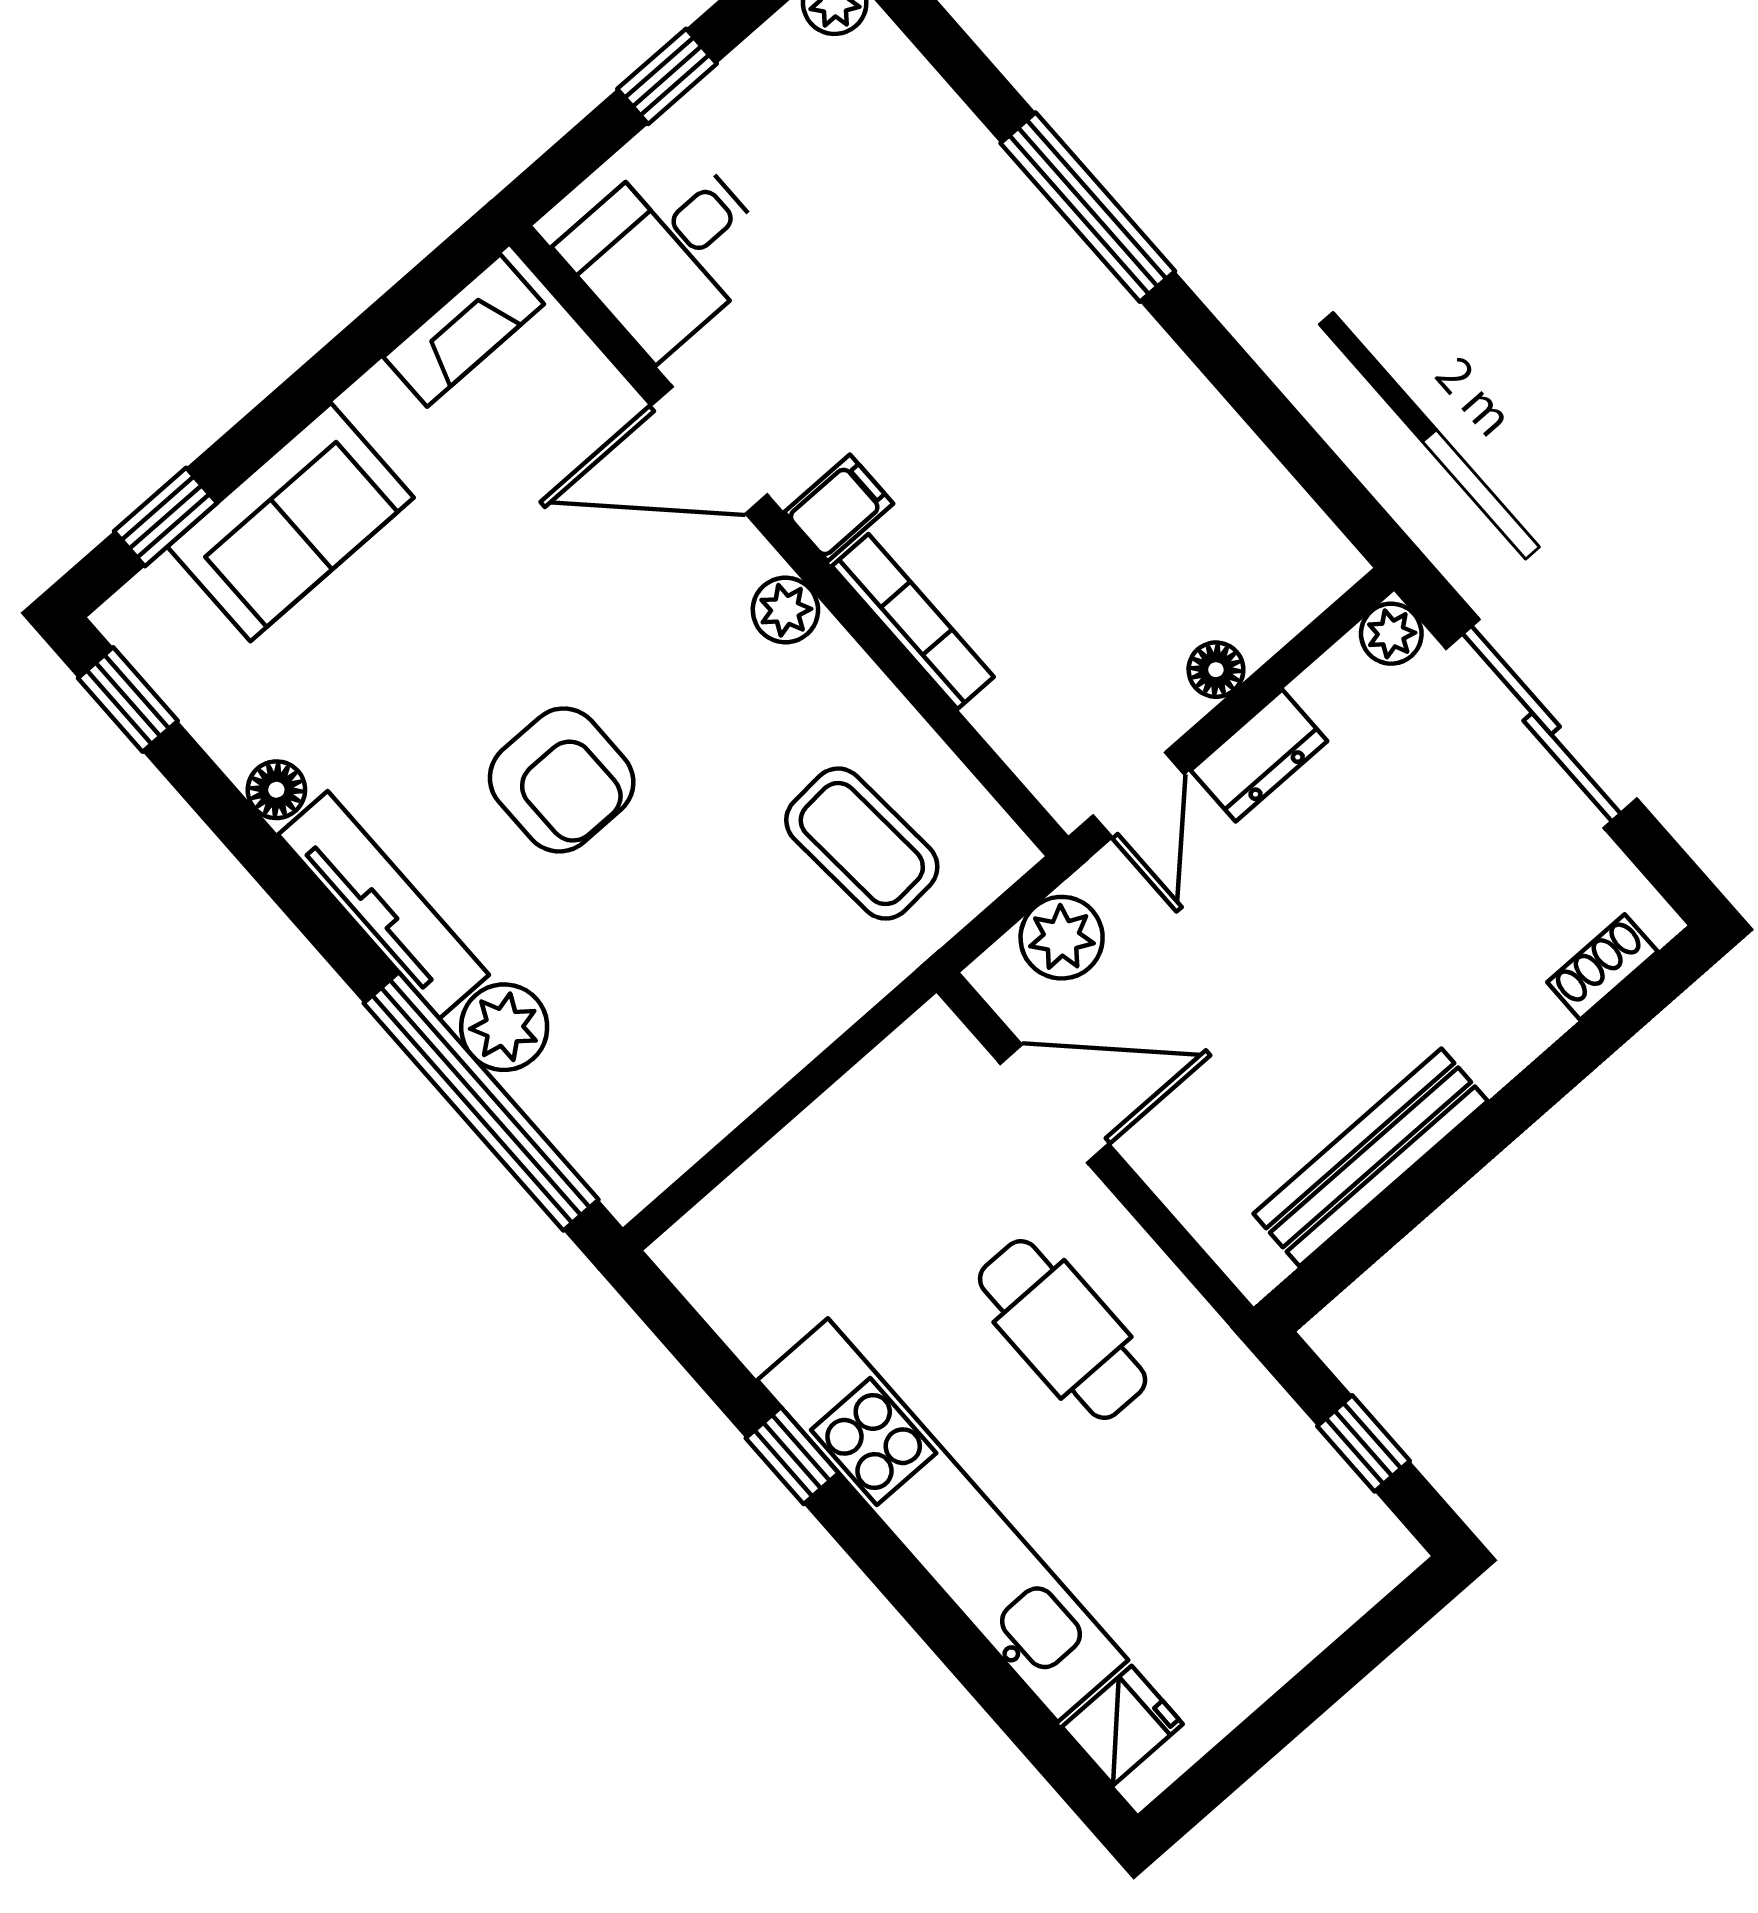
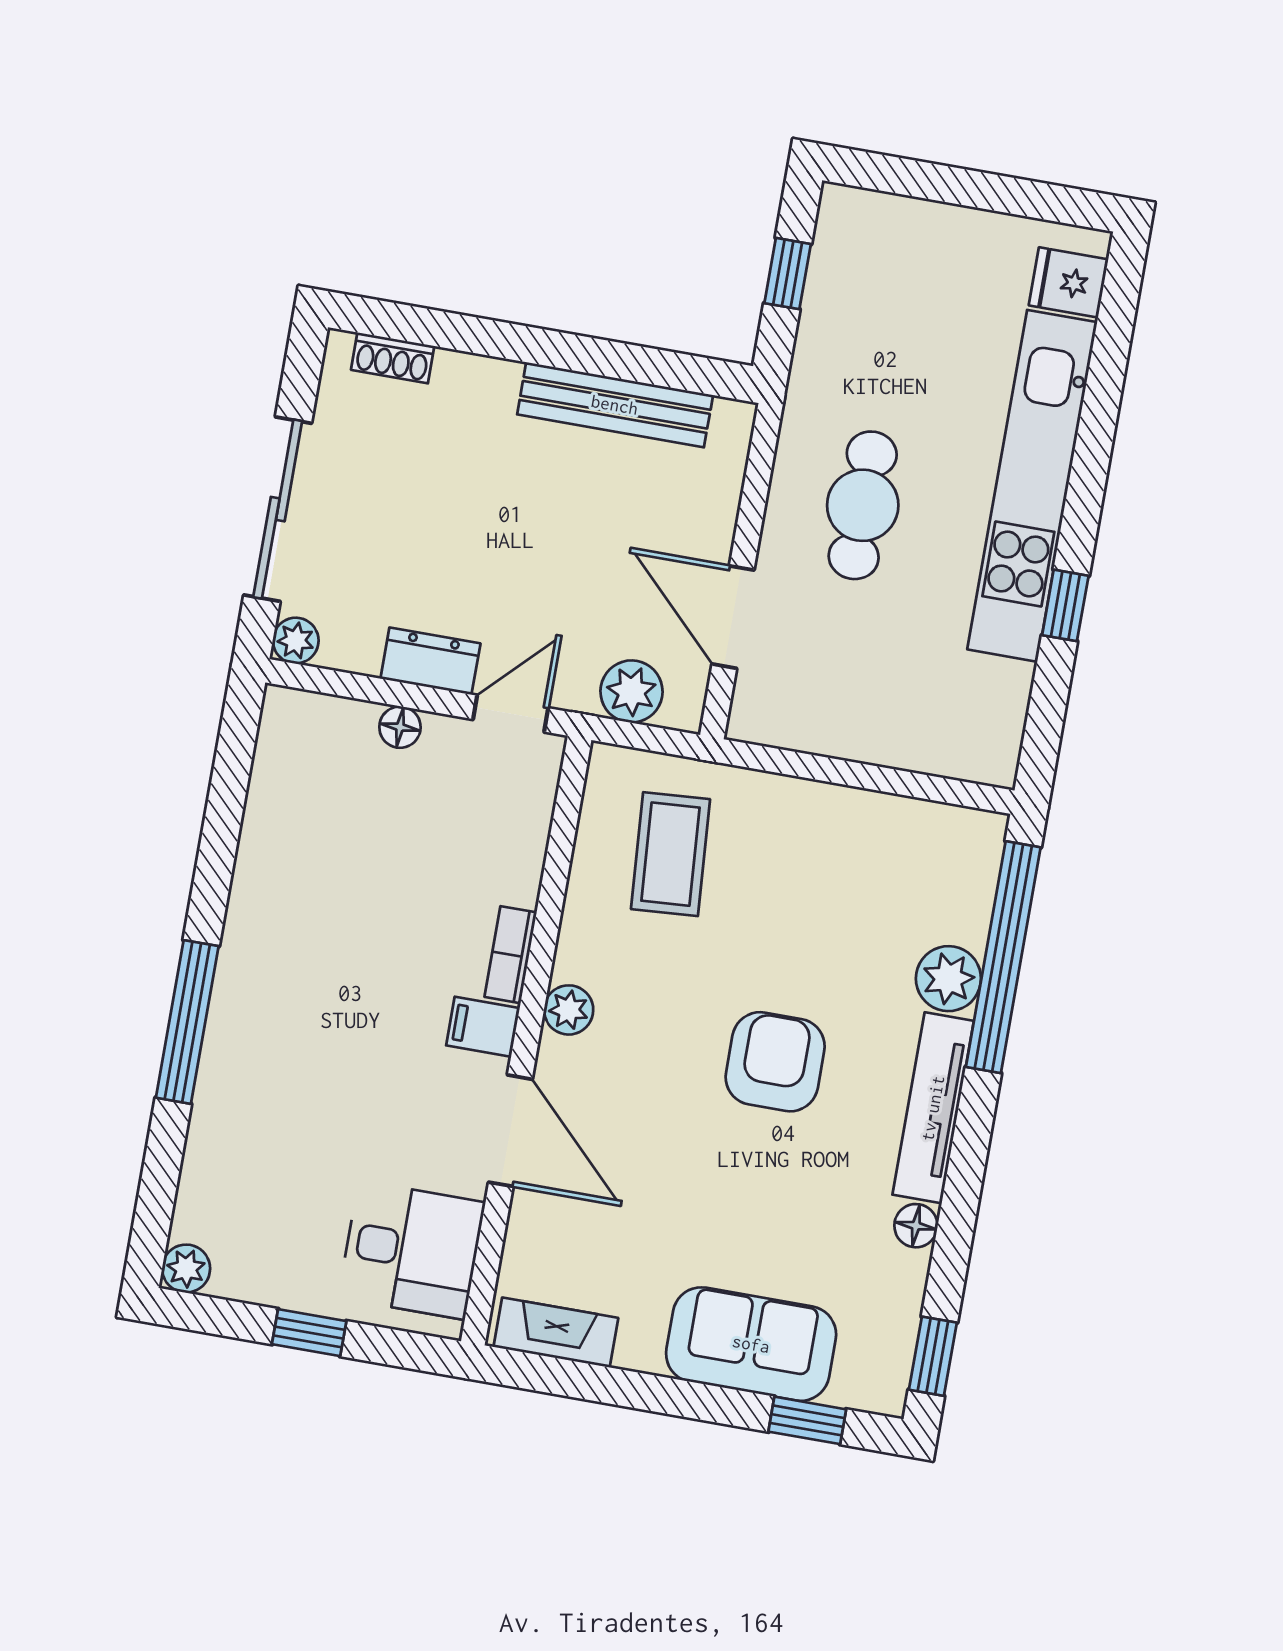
bookcase: (913, 622) -> (511, 955), width x0.64

